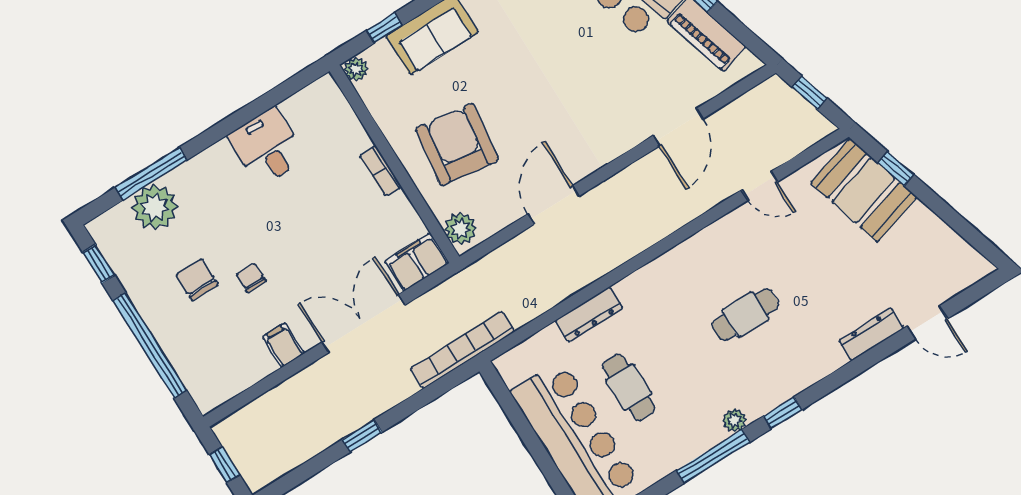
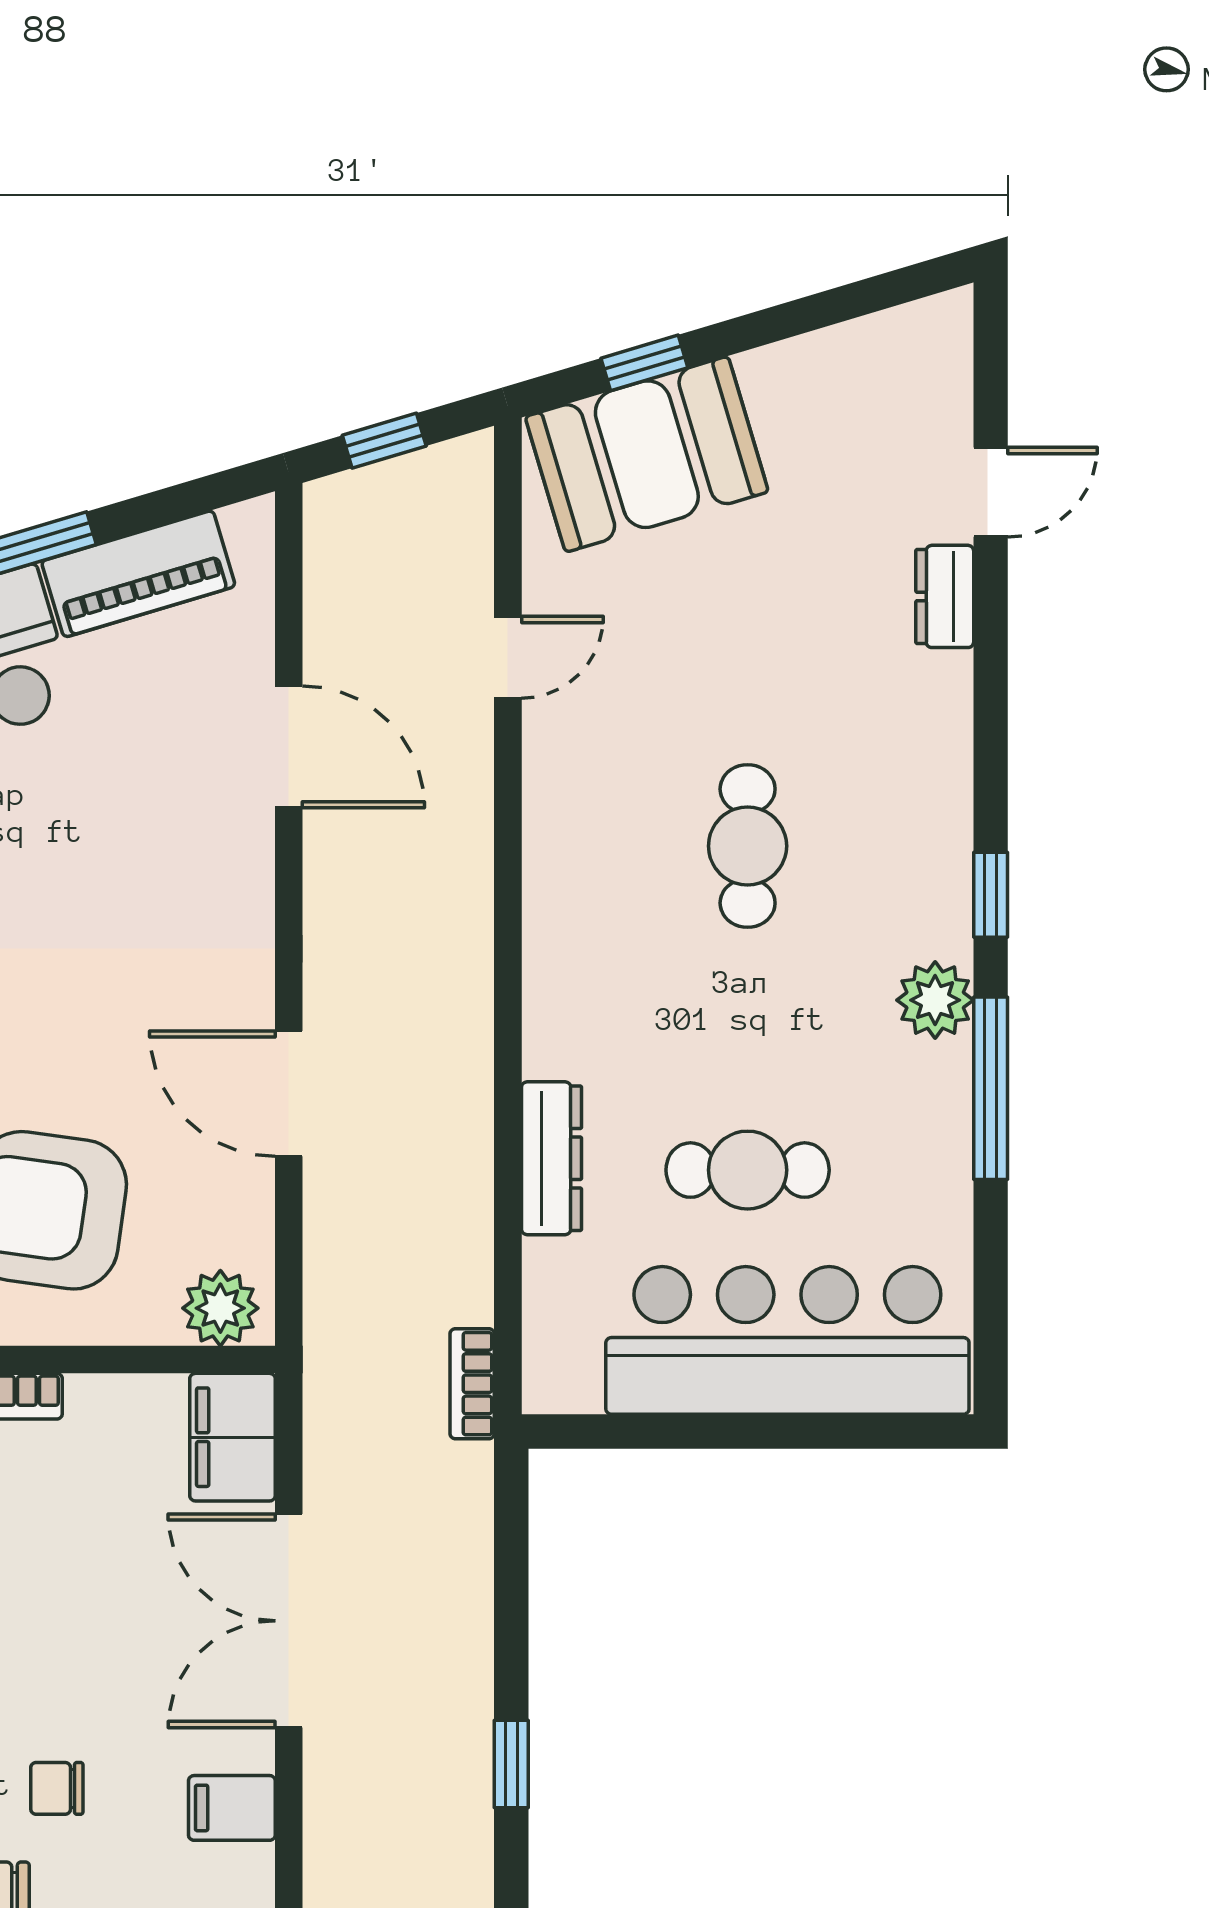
dresser: (871, 334) -> (945, 596), width x0.70
bookcase: (462, 350) -> (472, 1384), width x0.43, depth x0.76
plant: (734, 420) -> (935, 1000), width x1.38, depth x1.38

